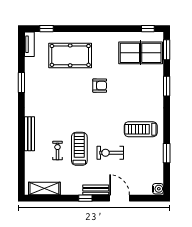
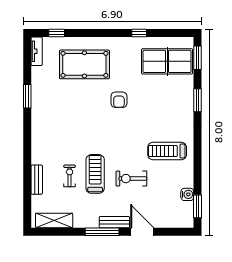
window: (148, 29) -> (139, 33), moved
armchair: (100, 86) -> (119, 100), turned 90
bench: (29, 134) -> (37, 180), moved, width x0.73
window: (167, 153) -> (198, 206), moved
water cooler: (158, 189) -> (187, 194), moved
window: (85, 198) -> (102, 232), width x2.17

